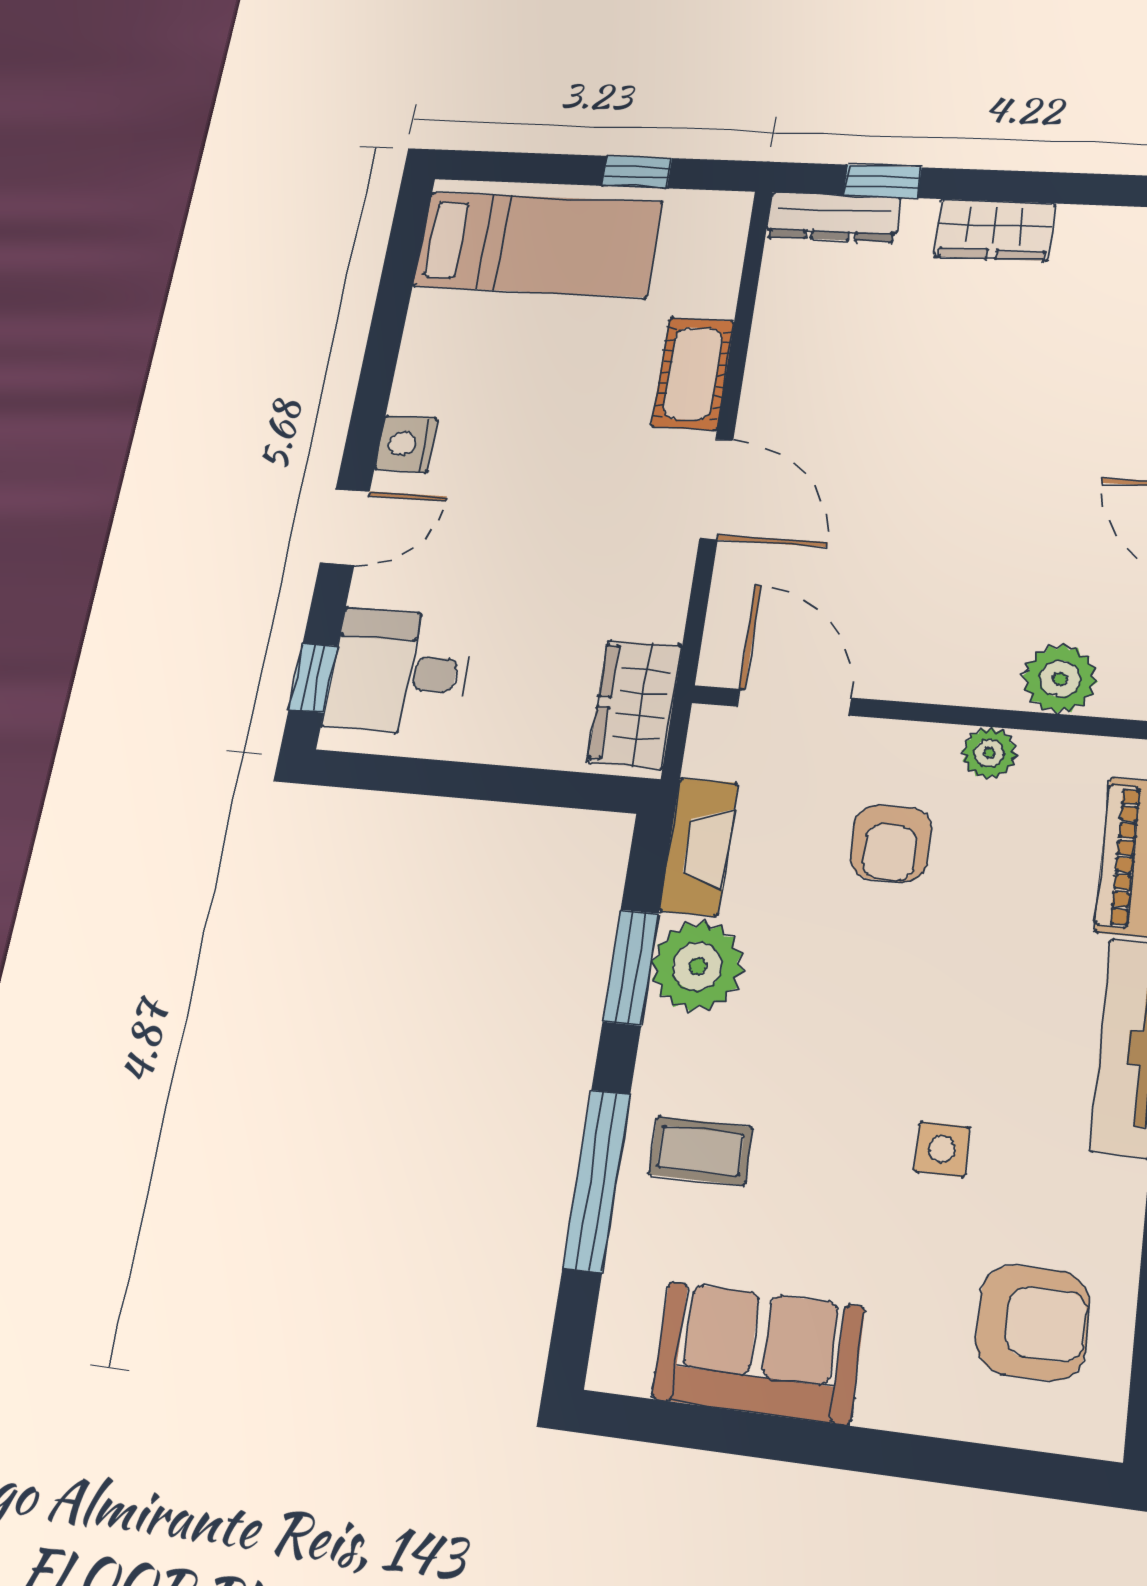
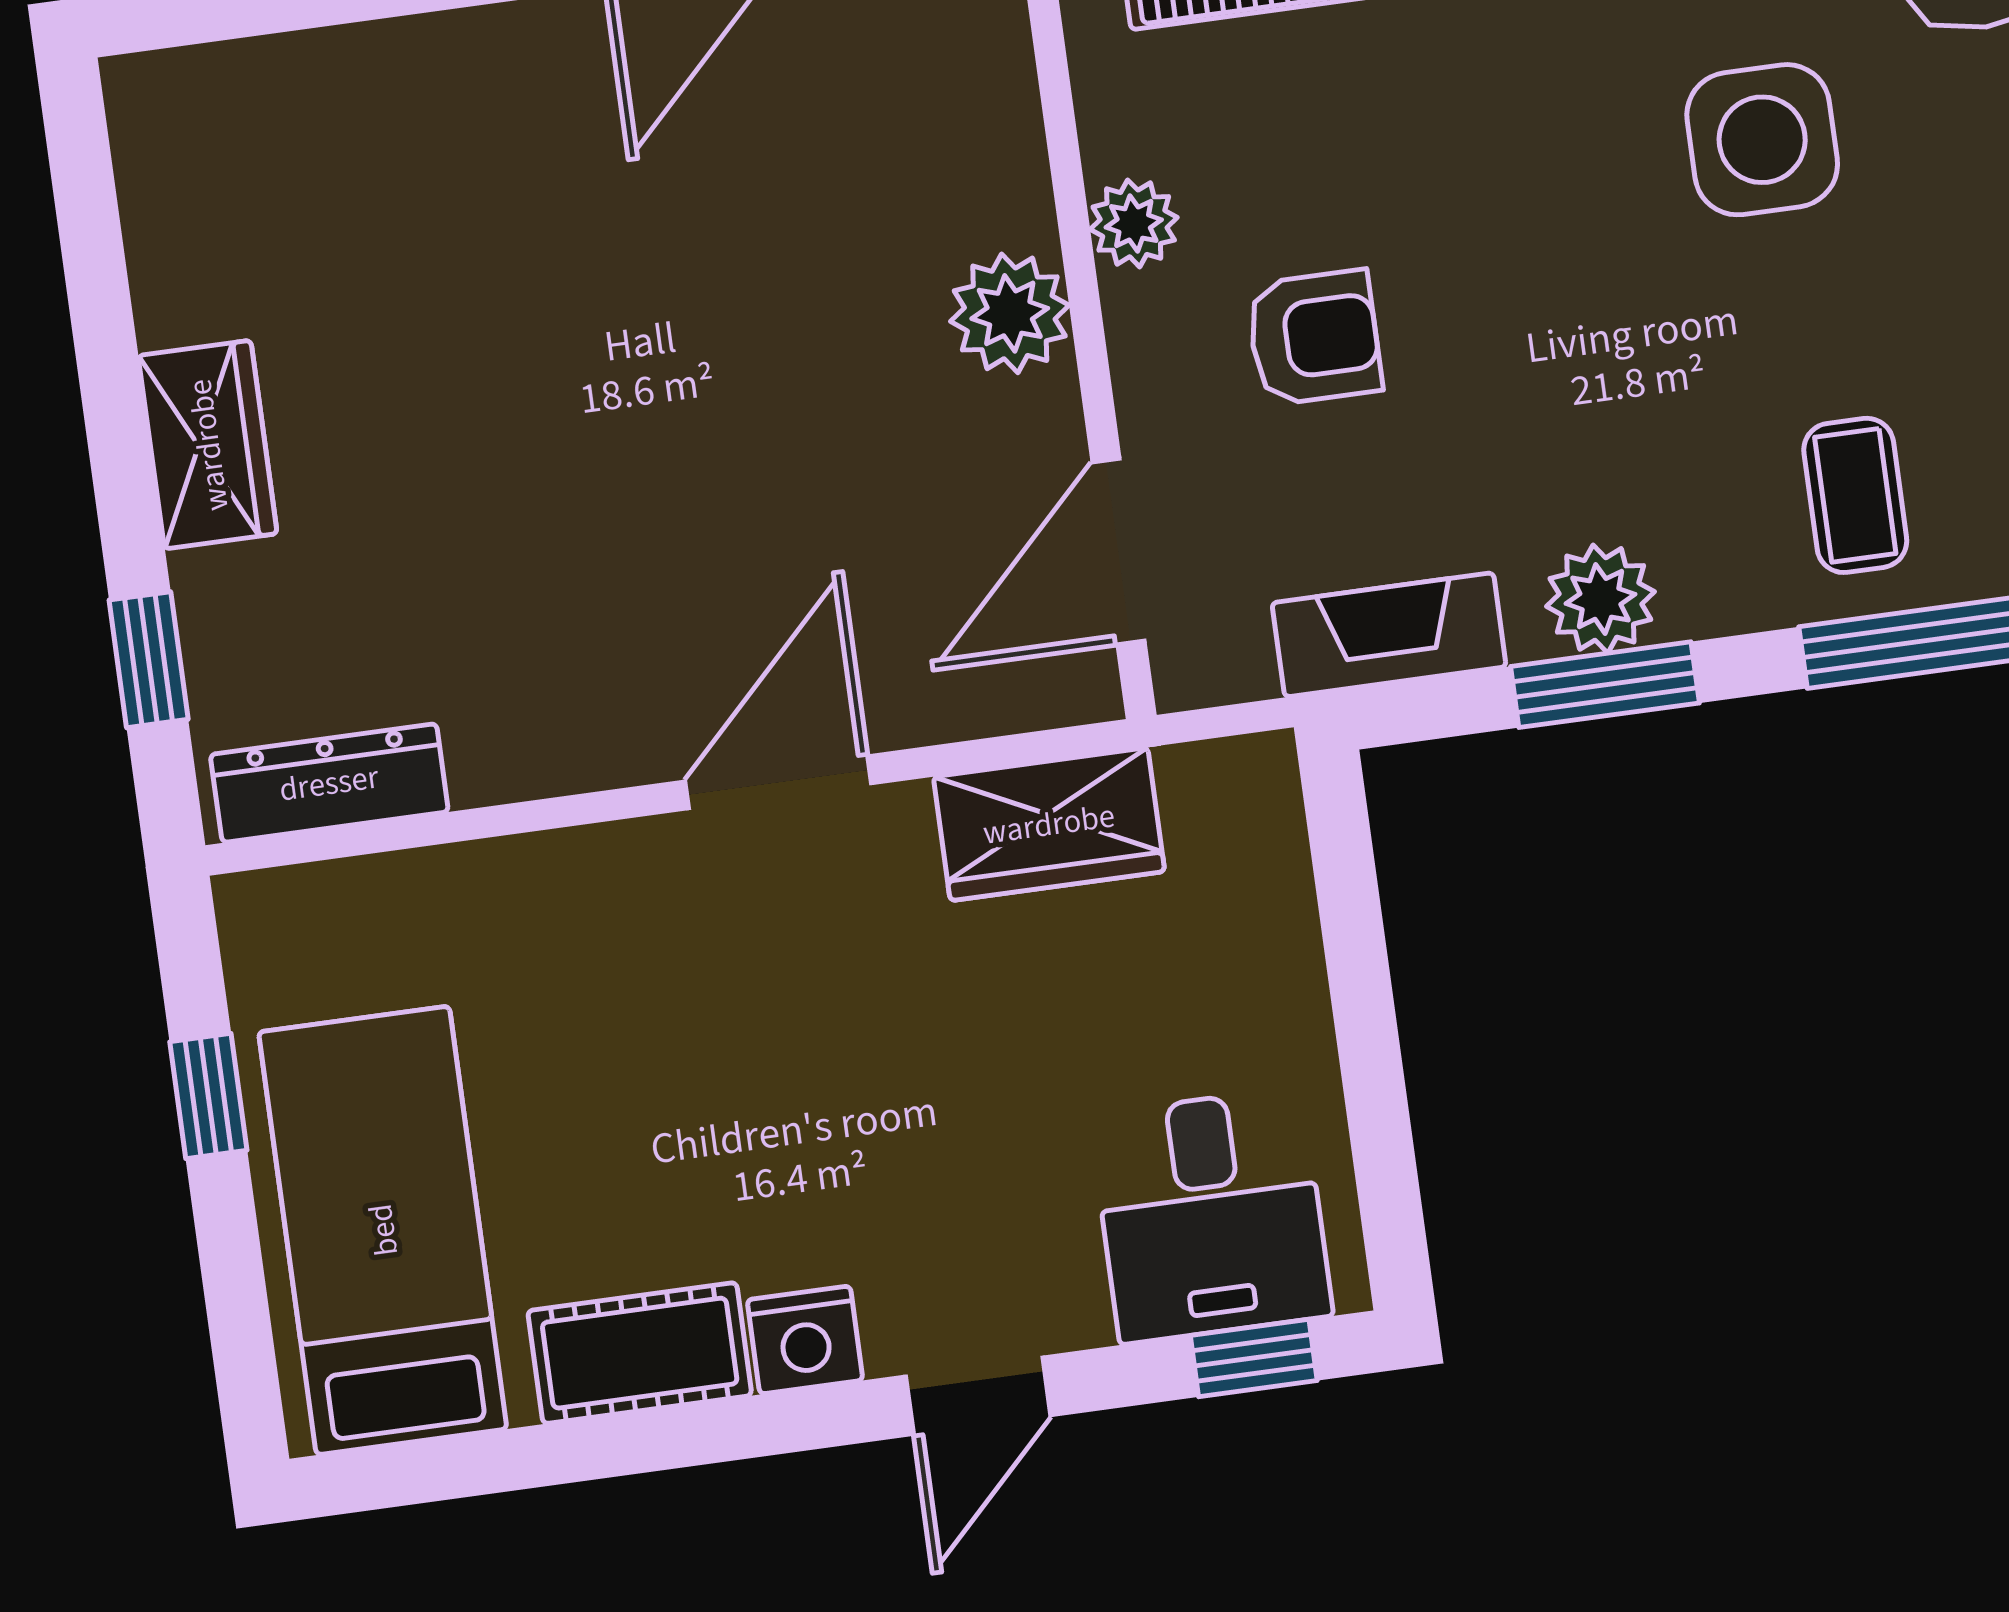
dresser: (833, 217) -> (329, 783), moved, turned -90
cot: (693, 374) -> (640, 1353), moved
door: (345, 527) -> (978, 1396), swing flipped
plant: (1060, 679) -> (1010, 313), moved
wardrobe: (635, 704) -> (1049, 824), moved
plant: (697, 966) -> (1600, 599), width x0.73, depth x0.73
side table: (942, 1149) -> (1762, 140), width x1.87, depth x1.87

